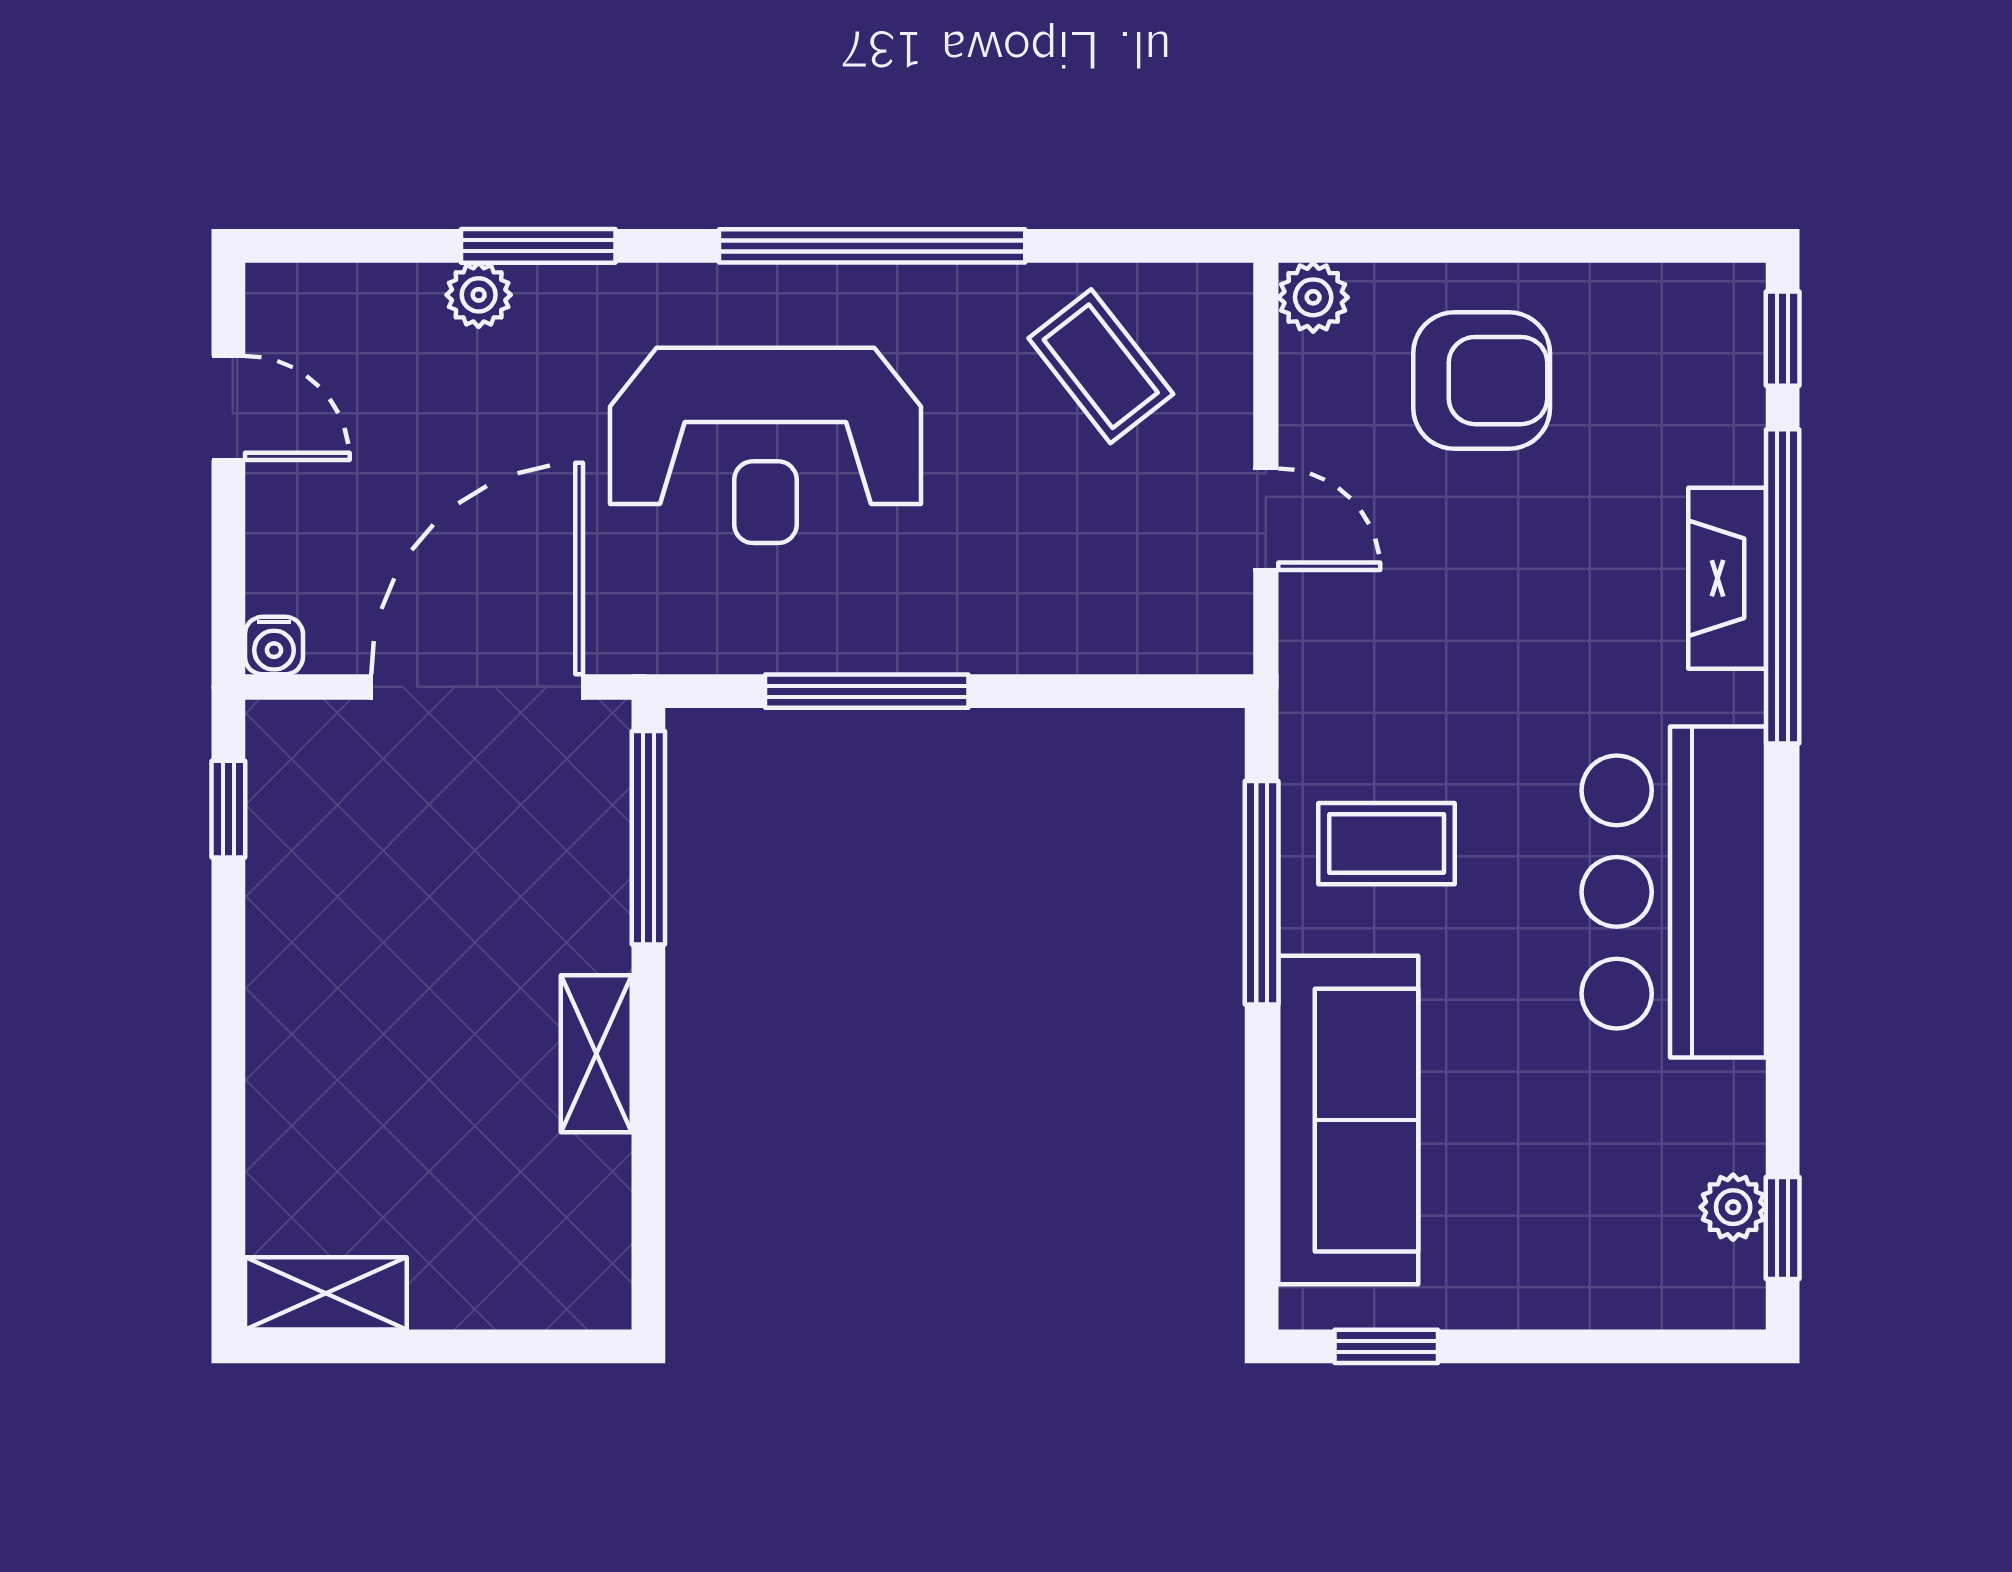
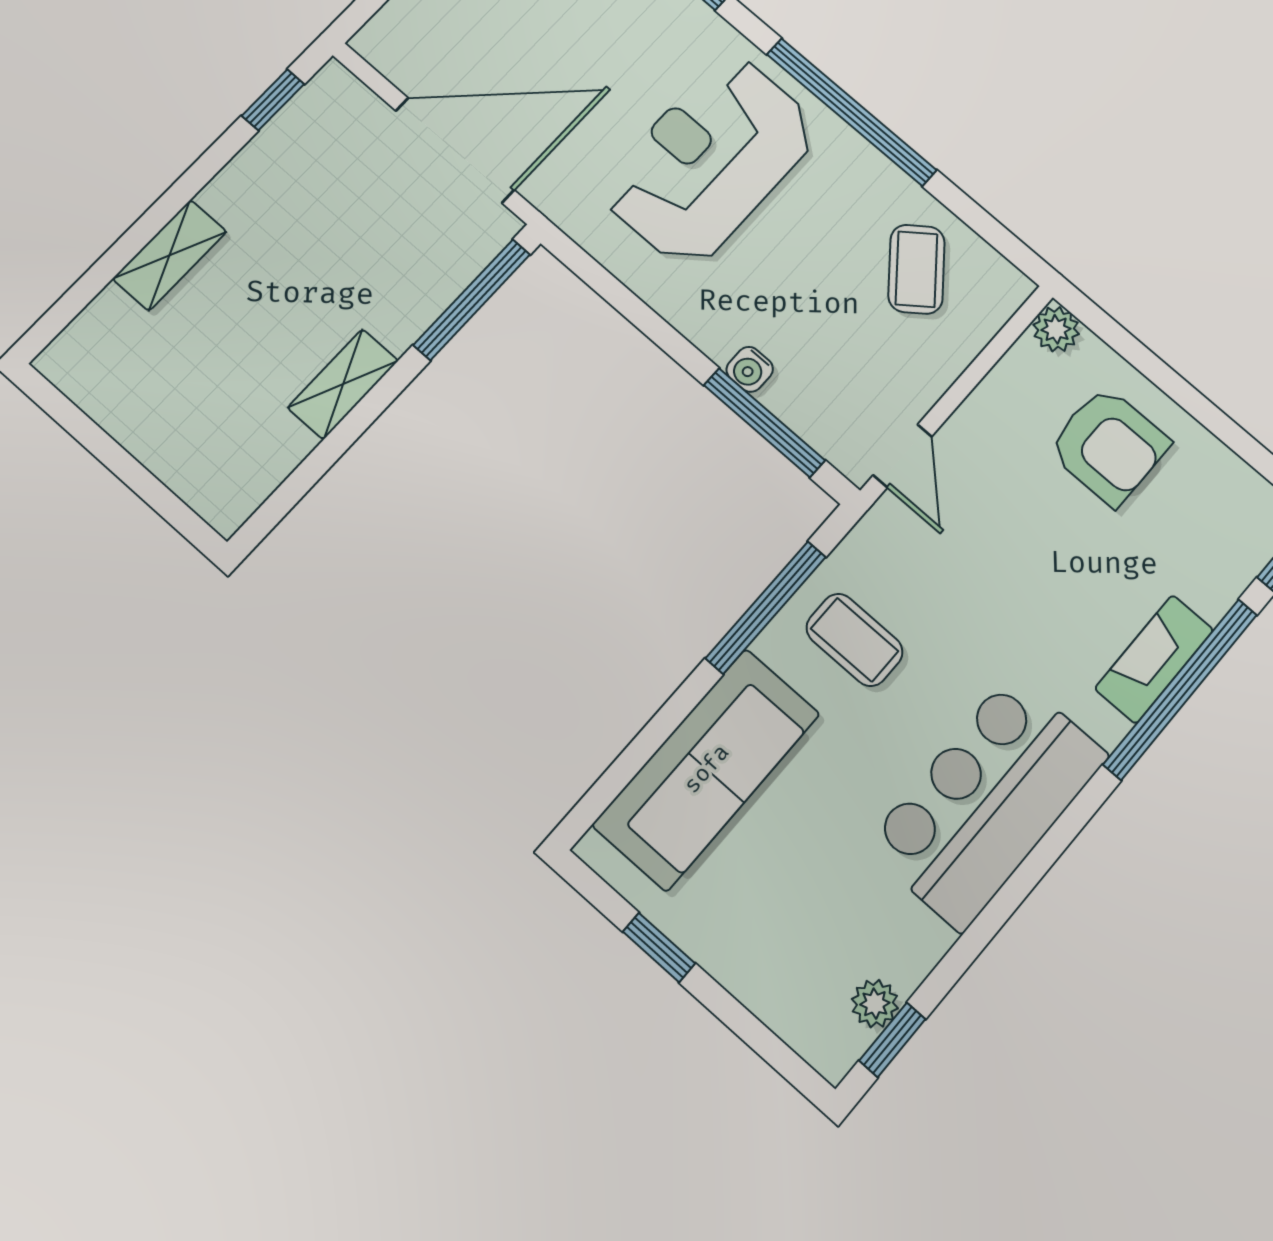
reception desk: (765, 445) -> (710, 161), turned 90
door: (1266, 519) -> (902, 456), moved
water cooler: (274, 646) -> (750, 369), moved
window: (867, 691) -> (764, 423), moved
shelving: (326, 1293) -> (170, 255), moved, turned 90
window: (1386, 1346) -> (659, 947), moved

